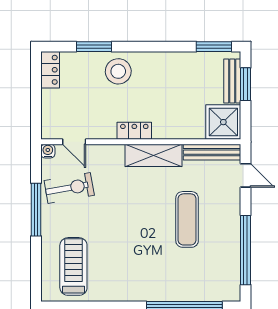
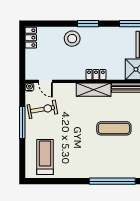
window: (94, 47) -> (88, 24), moved
locker: (134, 131) -> (96, 75), moved
exercise mat: (187, 219) -> (114, 128), turned 90

